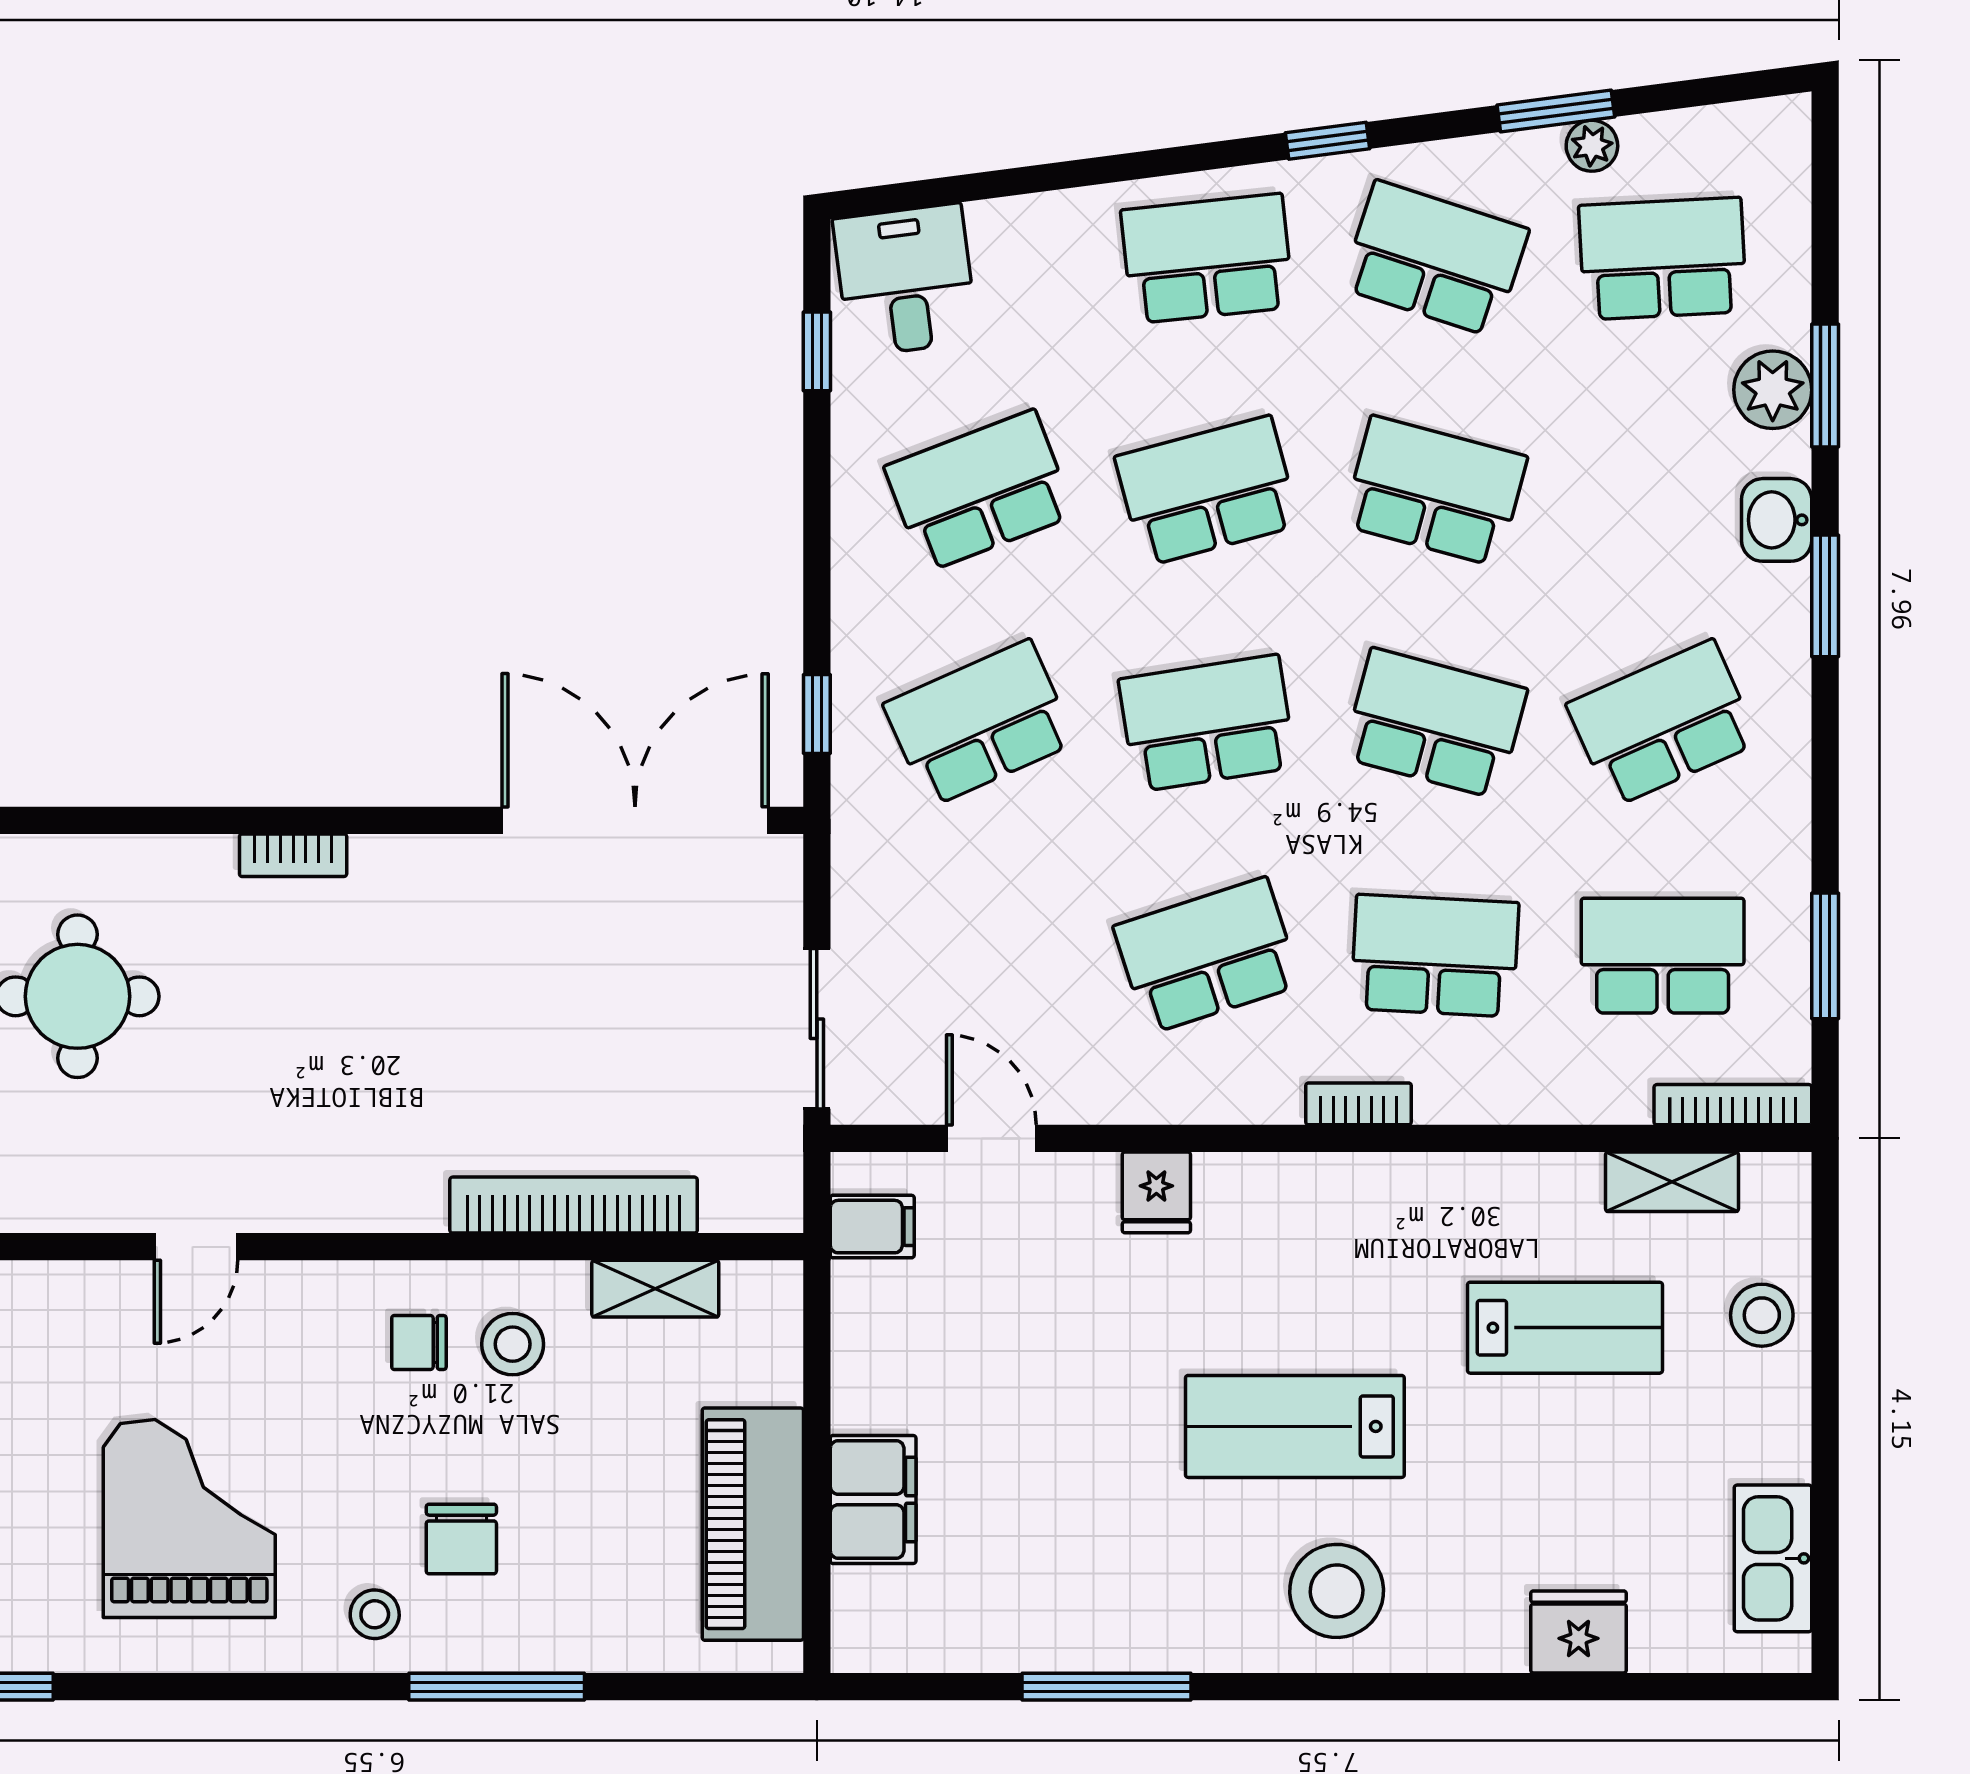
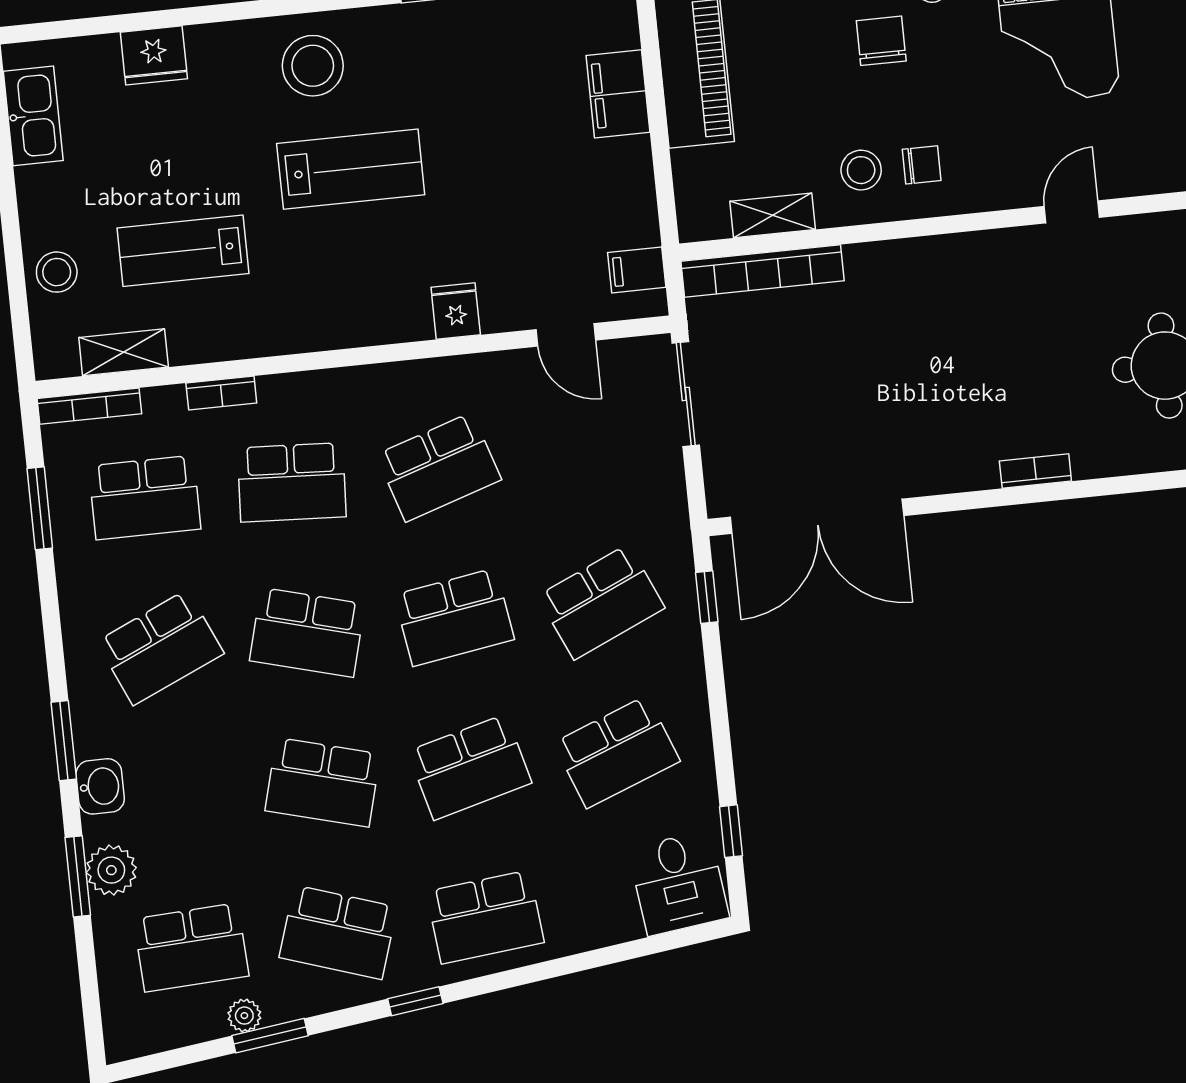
bookcase: (1358, 1104) -> (221, 393), moved
bookcase: (574, 1205) -> (762, 271), moved

